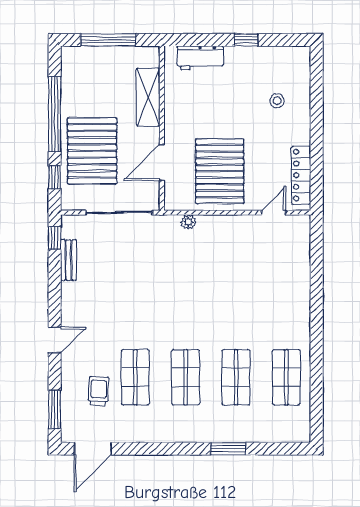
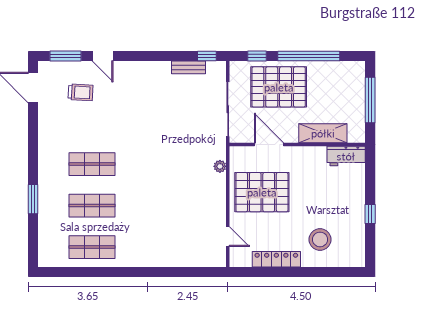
workbench: (200, 58) -> (346, 156), moved, turned -90
stool: (277, 101) -> (320, 239), width x1.89, depth x1.89
locker: (301, 175) -> (276, 259), moved
door: (55, 340) -> (103, 56), moved
shop shelf: (135, 377) -> (92, 123), removed

